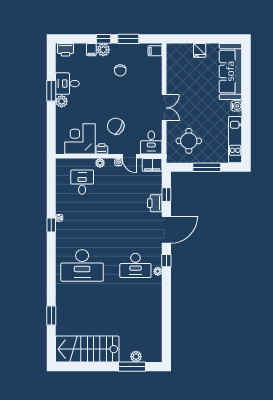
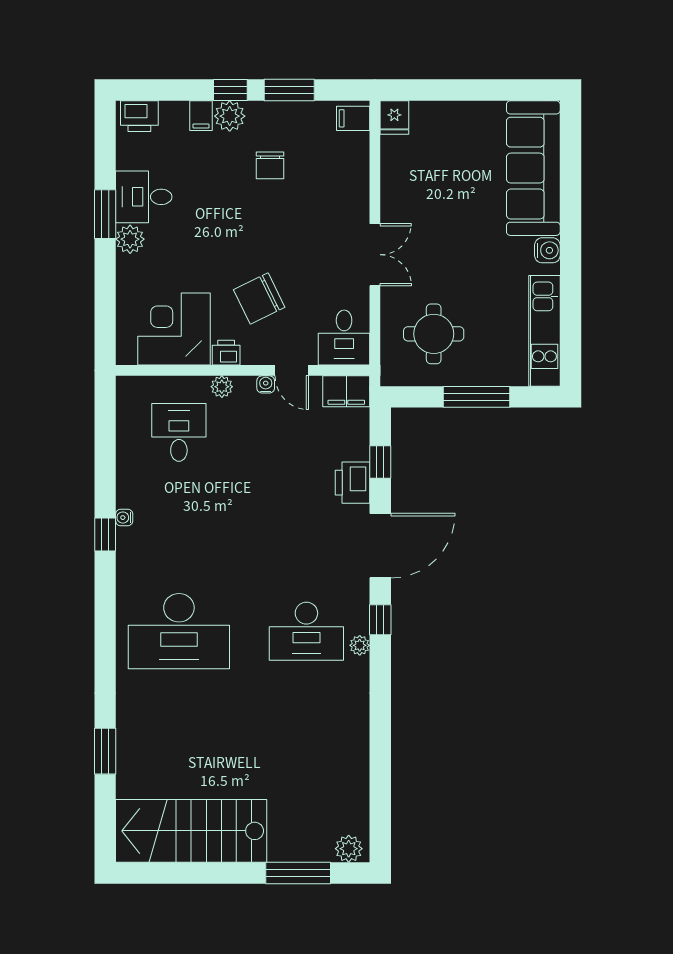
fridge: (200, 50) -> (394, 118), moved
chair: (116, 126) -> (259, 299), turned -55
plant: (136, 357) -> (349, 849), moved

